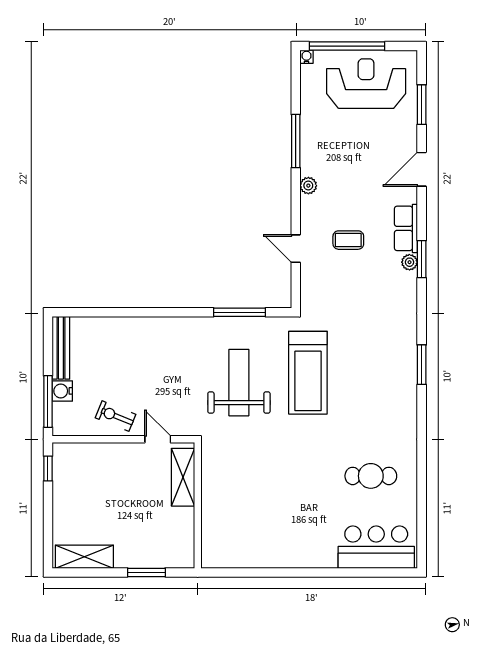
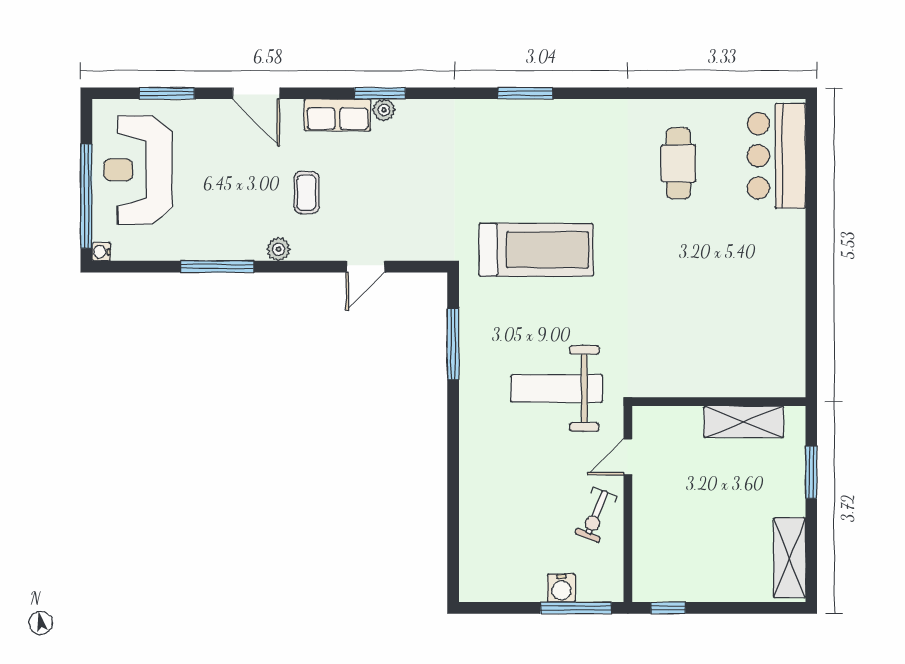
coffee table: (348, 240) -> (307, 193), moved
bench: (61, 348) -> (502, 590), removed
weight bench: (239, 383) -> (557, 388), moved
shelving: (183, 477) -> (744, 422), moved

